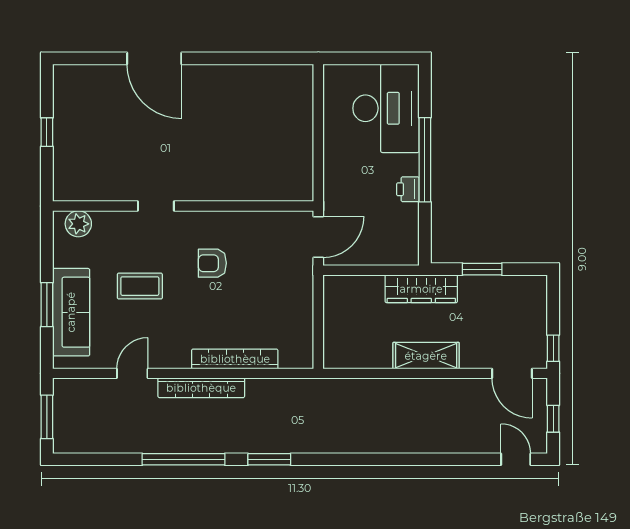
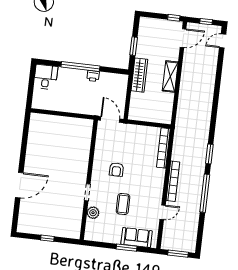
desk: (386, 108) -> (46, 77), width x0.53, depth x0.77
plant: (78, 224) -> (93, 213), moved
sofa: (71, 312) -> (137, 238), width x0.73
bookcase: (235, 359) -> (163, 148), moved
door: (132, 373) -> (163, 212), swing flipped

